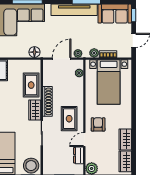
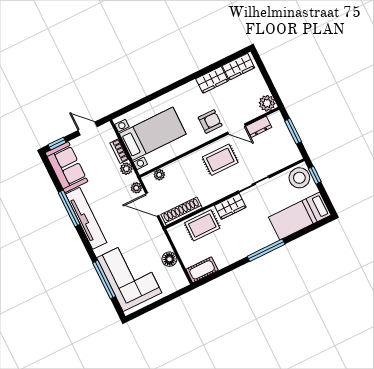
floor lamp: (34, 52) -> (169, 259), moved
shoe rack: (47, 101) -> (182, 211), moved
armchair: (98, 124) -> (210, 121), turned 180

